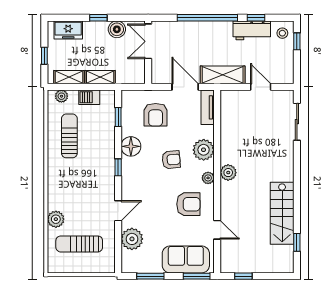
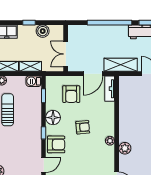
double door: (148, 41) -> (66, 54), moved
door: (185, 87) -> (93, 74), swing flipped
barbecue: (89, 97) -> (34, 81), moved
plant: (204, 150) -> (107, 120), removed
plant: (228, 173) -> (125, 148), moved
armchair: (188, 204) -> (56, 144), moved

